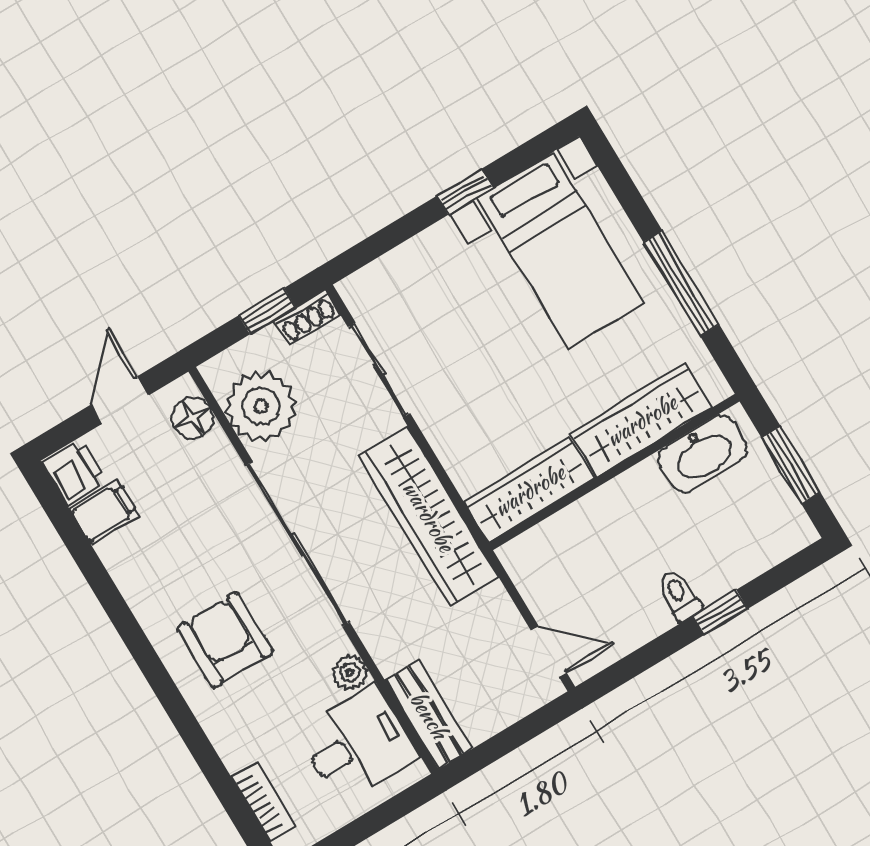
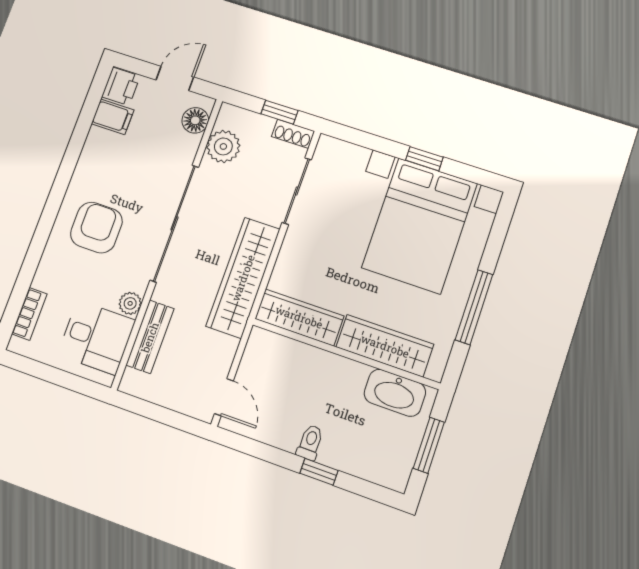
bed with nightstands: (561, 250) -> (419, 226), width x1.36
plant: (261, 406) -> (223, 146), width x0.73, depth x0.73
bench: (429, 715) -> (150, 337), moved

